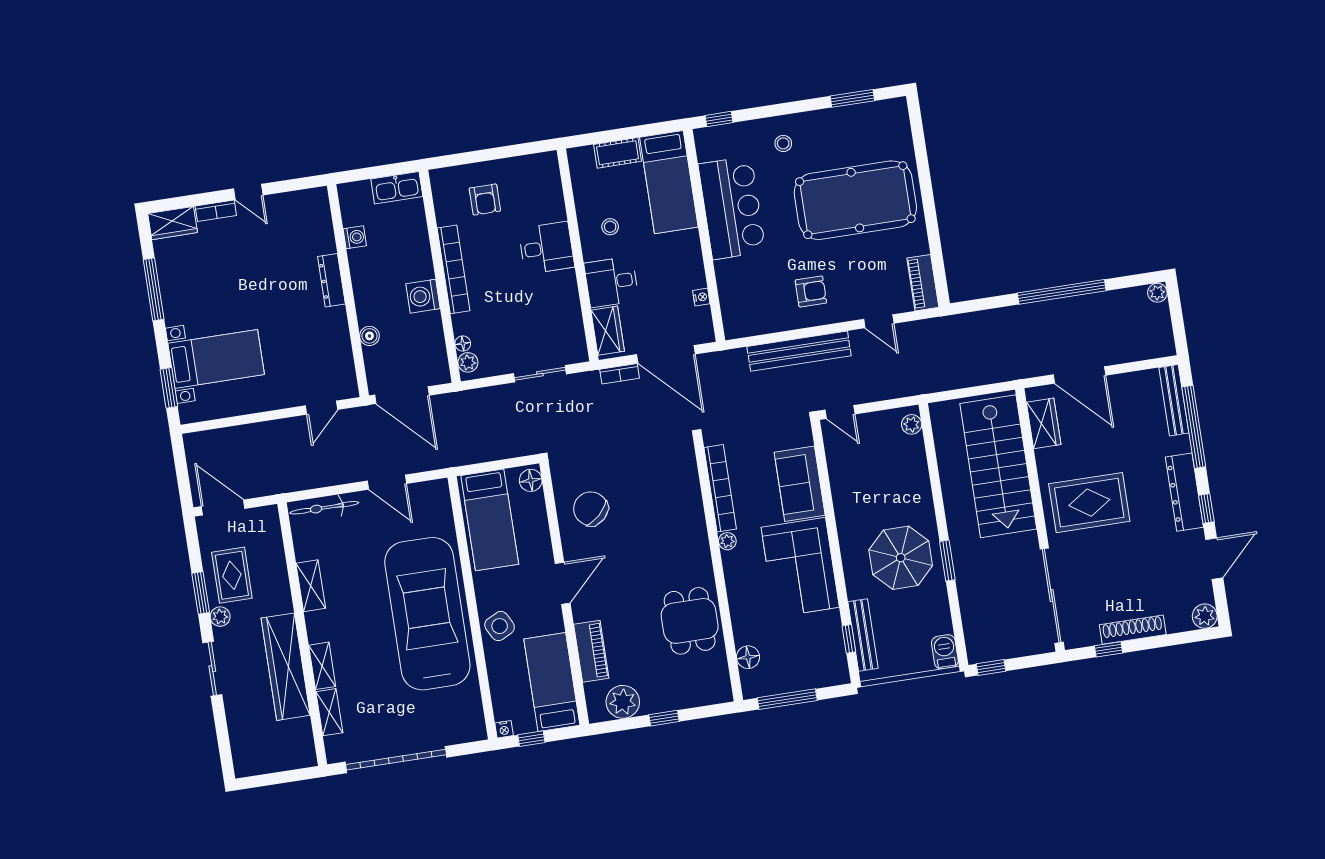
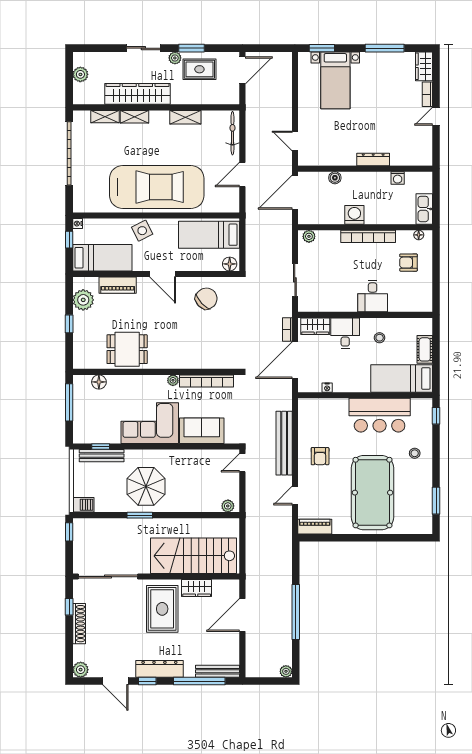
floor lamp: (463, 344) -> (419, 235), moved
wardrobe: (1044, 423) -> (197, 588), moved
plant: (269, 761) -> (80, 74), added

